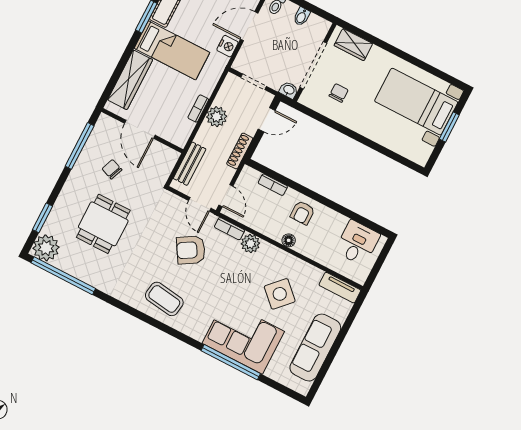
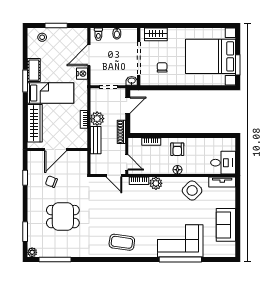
bed with nightstands: (416, 102) -> (211, 56), width x1.36
window: (449, 127) -> (238, 65), moved
door: (140, 129) -> (56, 150), hinge flipped
window: (80, 146) -> (25, 178), width x0.46
bench: (190, 164) -> (96, 140), moved
dining table: (103, 224) -> (63, 217), turned 90
desk: (357, 243) -> (223, 163), moved, turned 90
plant: (46, 248) -> (32, 252), width x0.53, depth x0.53
armchair: (191, 250) -> (123, 205), removed
window: (63, 276) -> (55, 259), width x0.68
side table: (280, 294) -> (192, 190), moved
sofa: (315, 348) -> (226, 225), width x0.73

